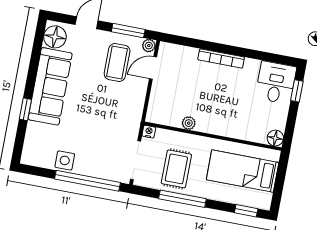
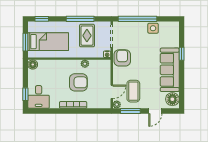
armchair: (205, 94) -> (78, 82), added
armchair: (125, 121) -> (122, 58), added
window: (280, 177) -> (25, 42), added

